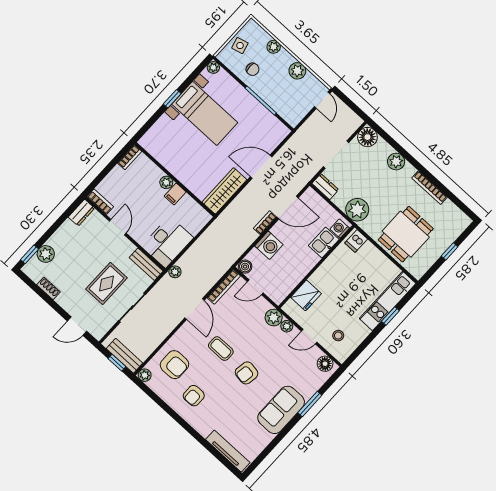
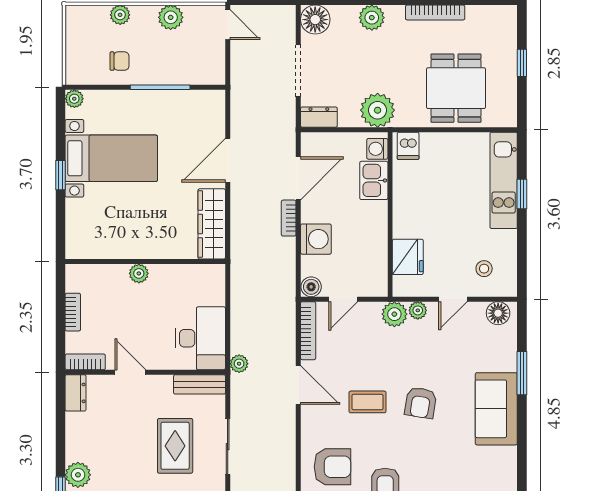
side table: (240, 46) -> (82, 47), removed
bookcase: (130, 157) -> (73, 312), moved
filing cabinet: (175, 194) -> (160, 277), removed

